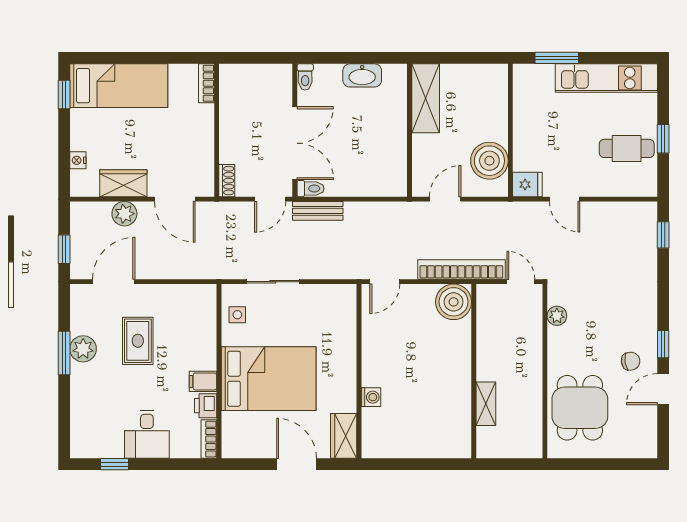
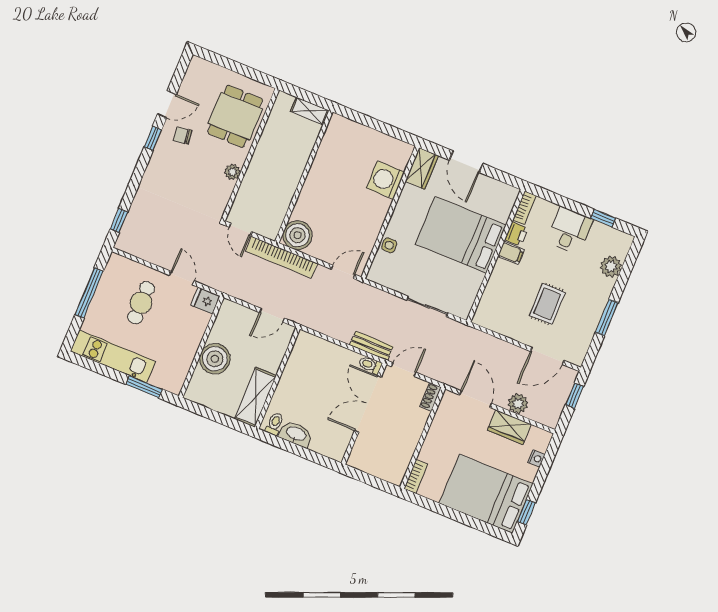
toilet: (305, 77) -> (275, 424), moved
bed: (119, 86) -> (486, 494), width x1.50
window: (663, 139) -> (89, 293), width x2.17
cafe table: (627, 148) -> (141, 303), moved, turned 90
boiler: (489, 161) -> (215, 359), moved
side table: (237, 315) -> (389, 245), moved
plant: (557, 316) -> (233, 172), moved
plant: (83, 349) -> (611, 267), moved
washing machine: (371, 397) -> (386, 180), width x1.89, depth x1.89
shelving: (486, 404) -> (310, 111), moved, turned 90

